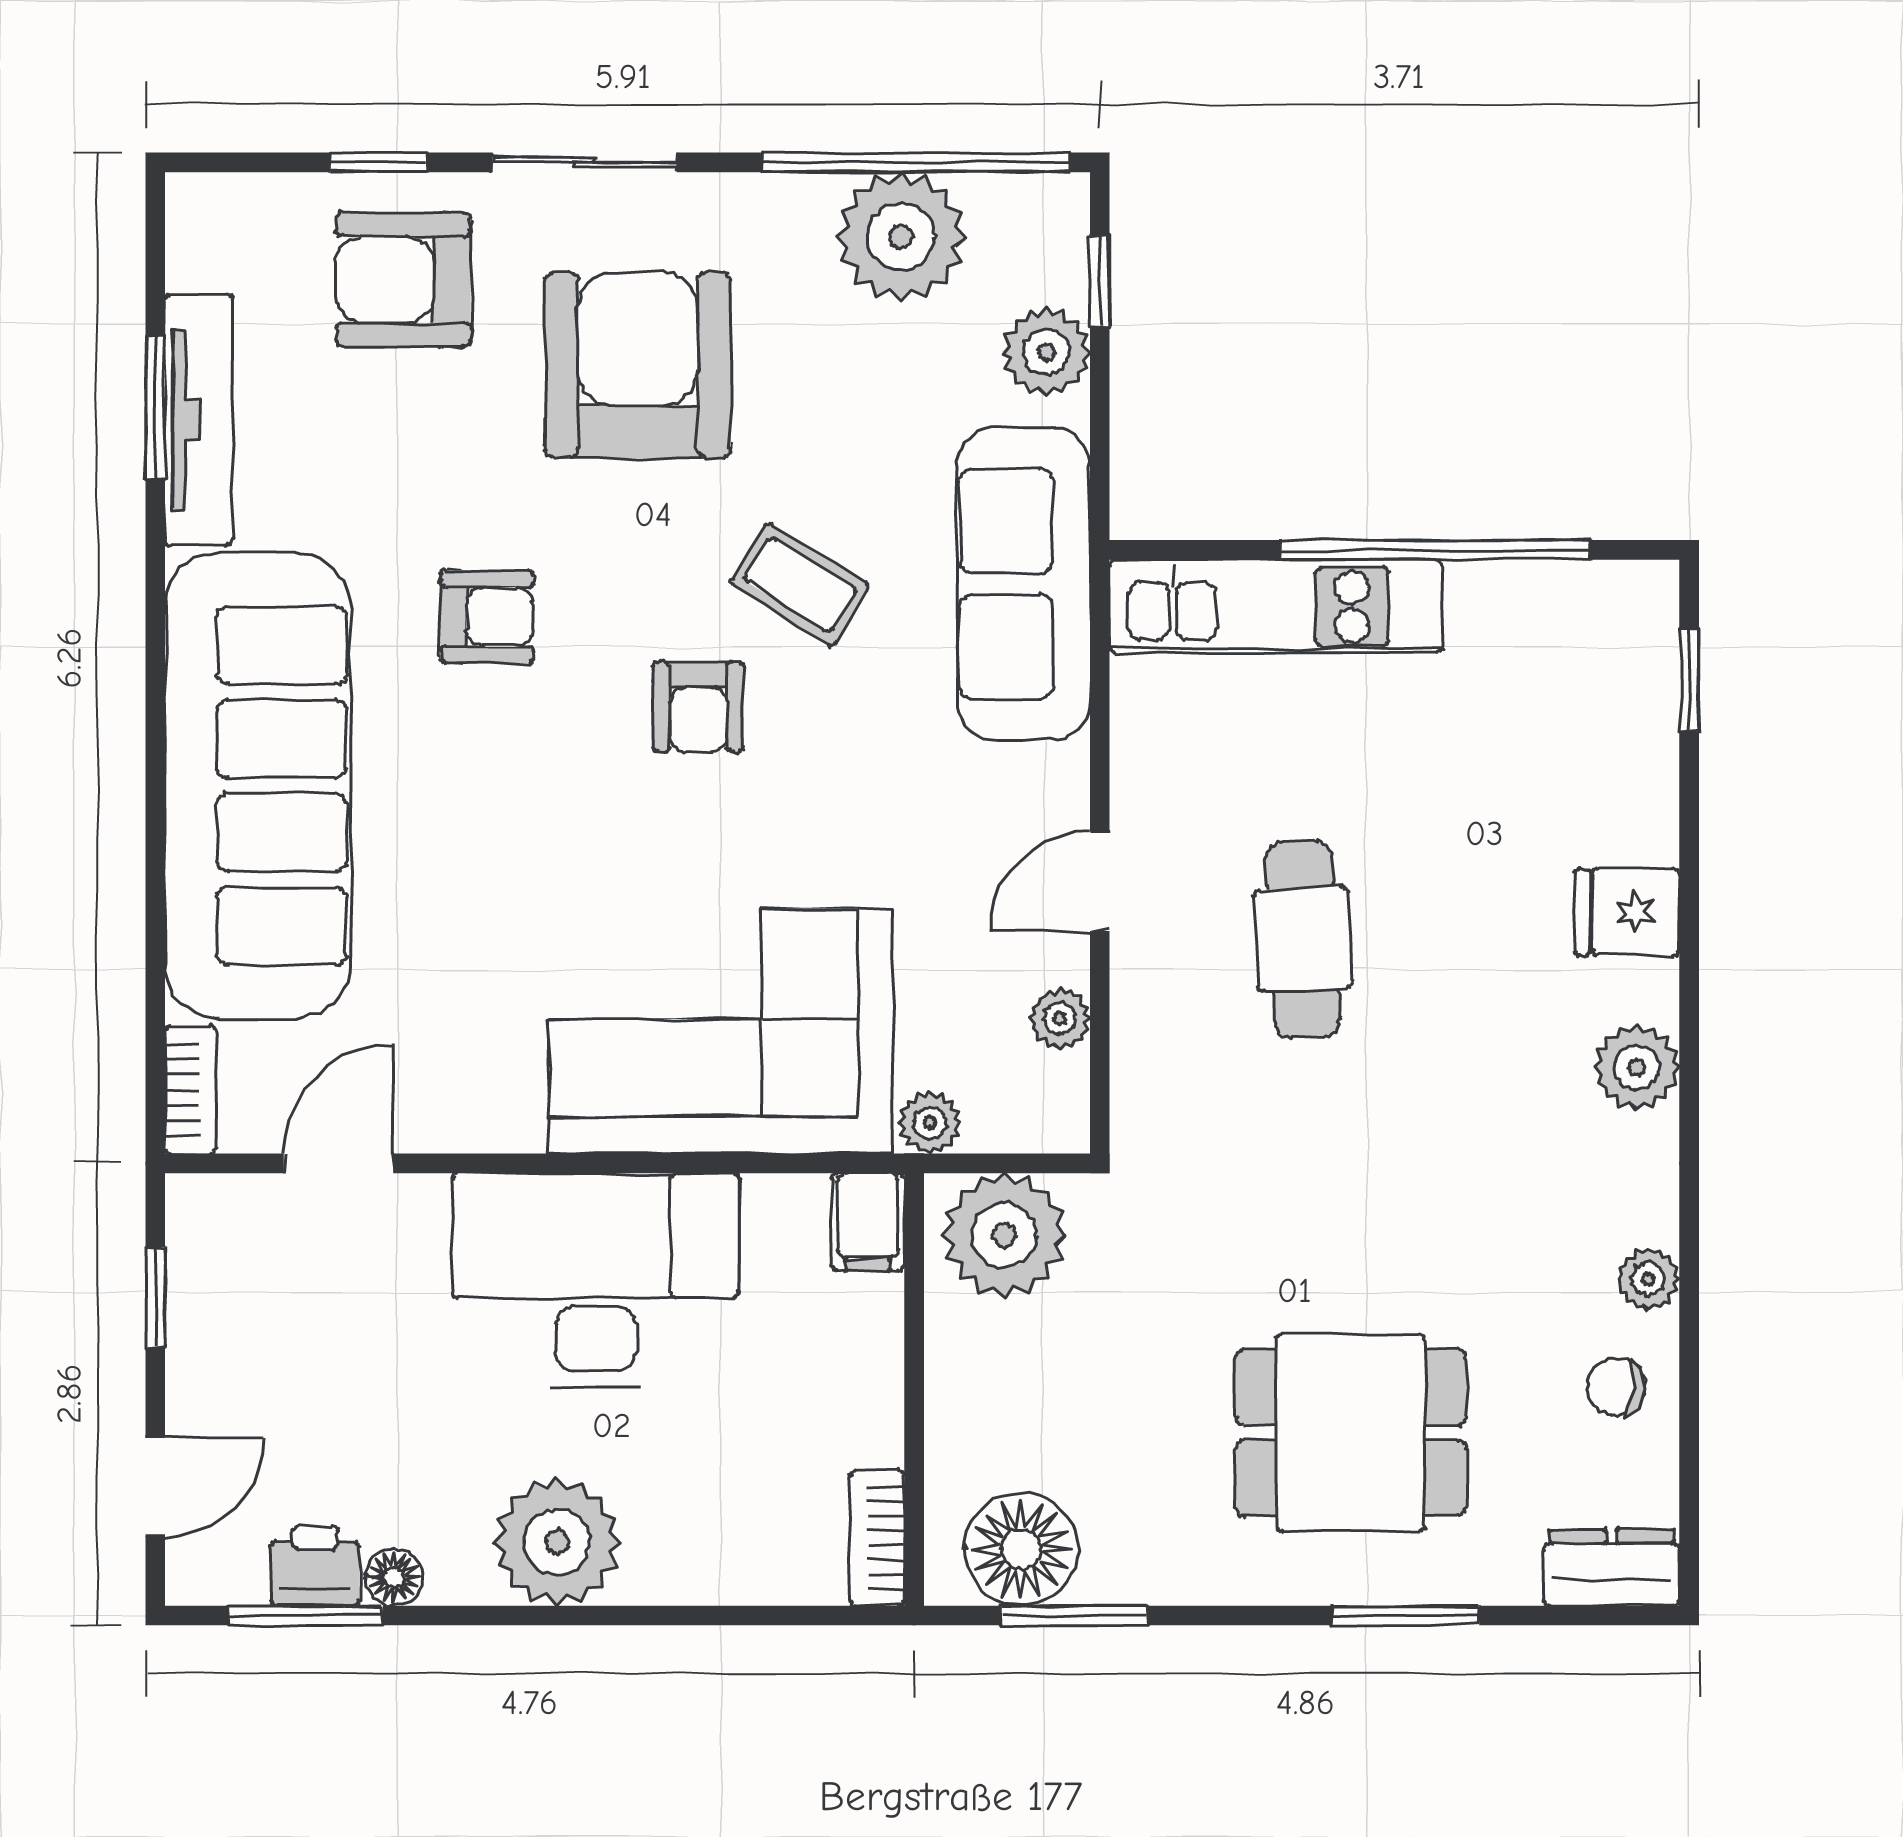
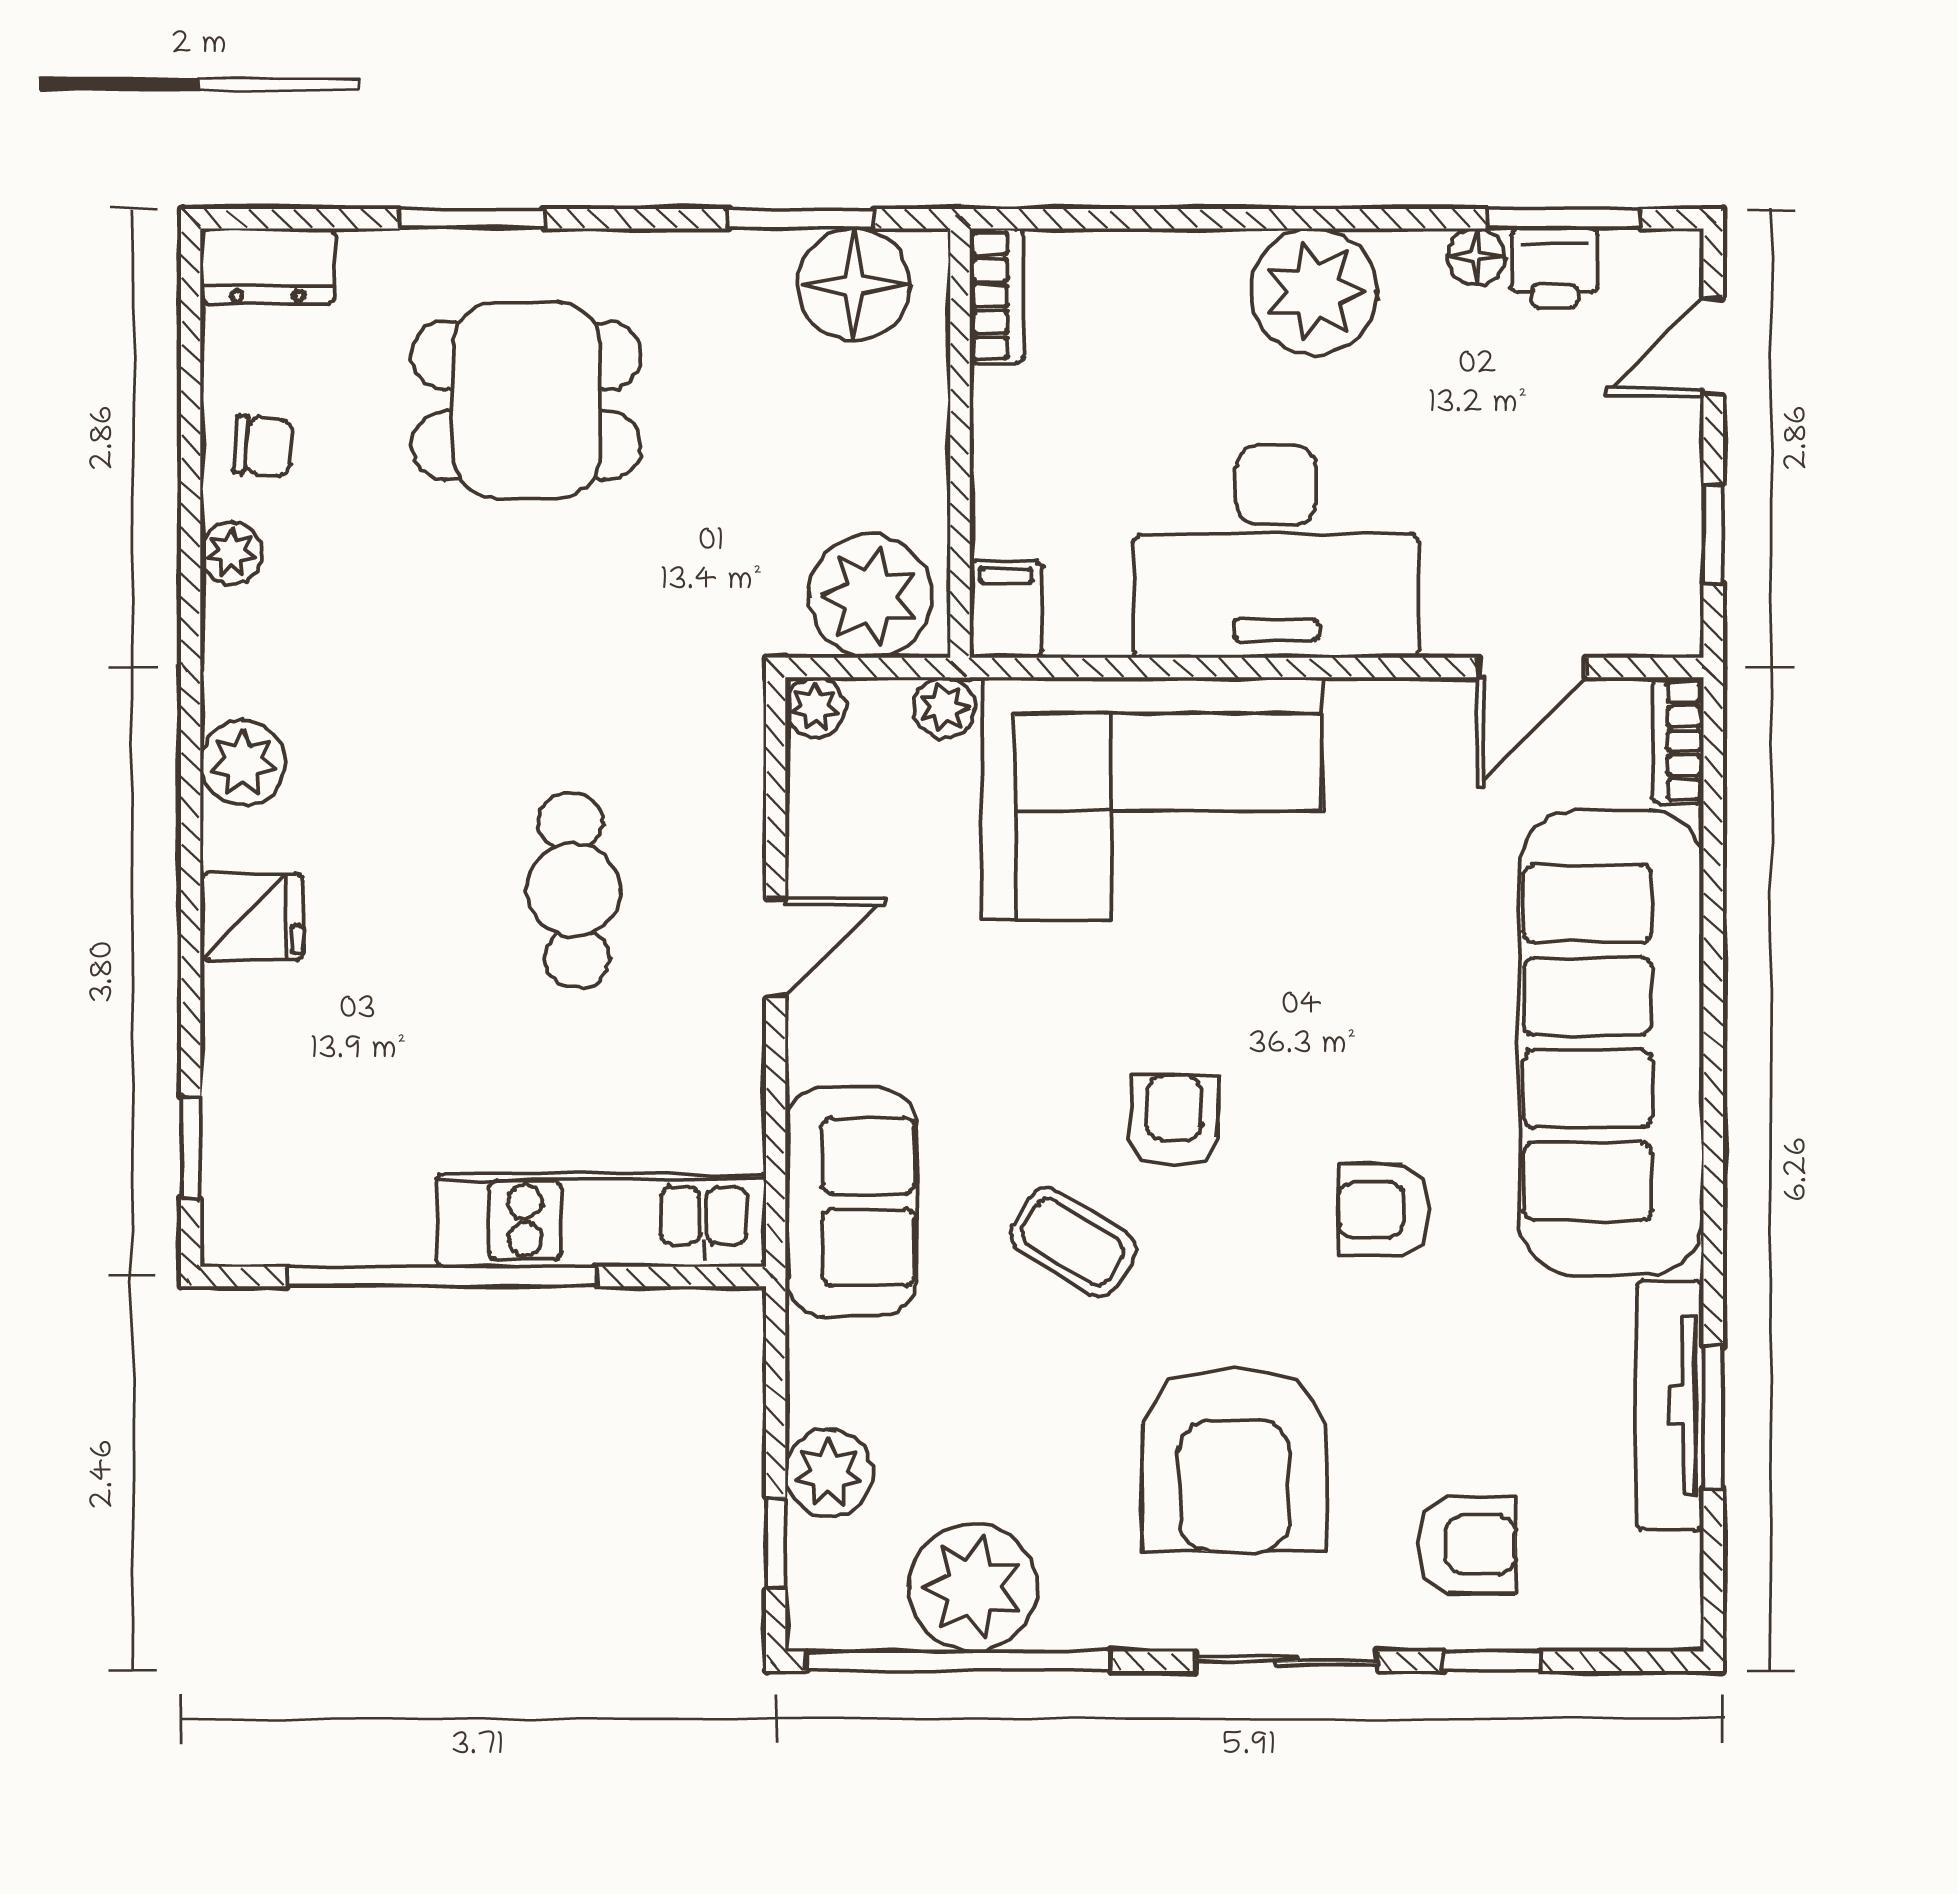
armchair: (403, 280) -> (1467, 1545), width x0.72, depth x0.72
sofa: (1023, 584) -> (851, 1202), width x0.73
plant: (1060, 1018) -> (815, 707), moved

